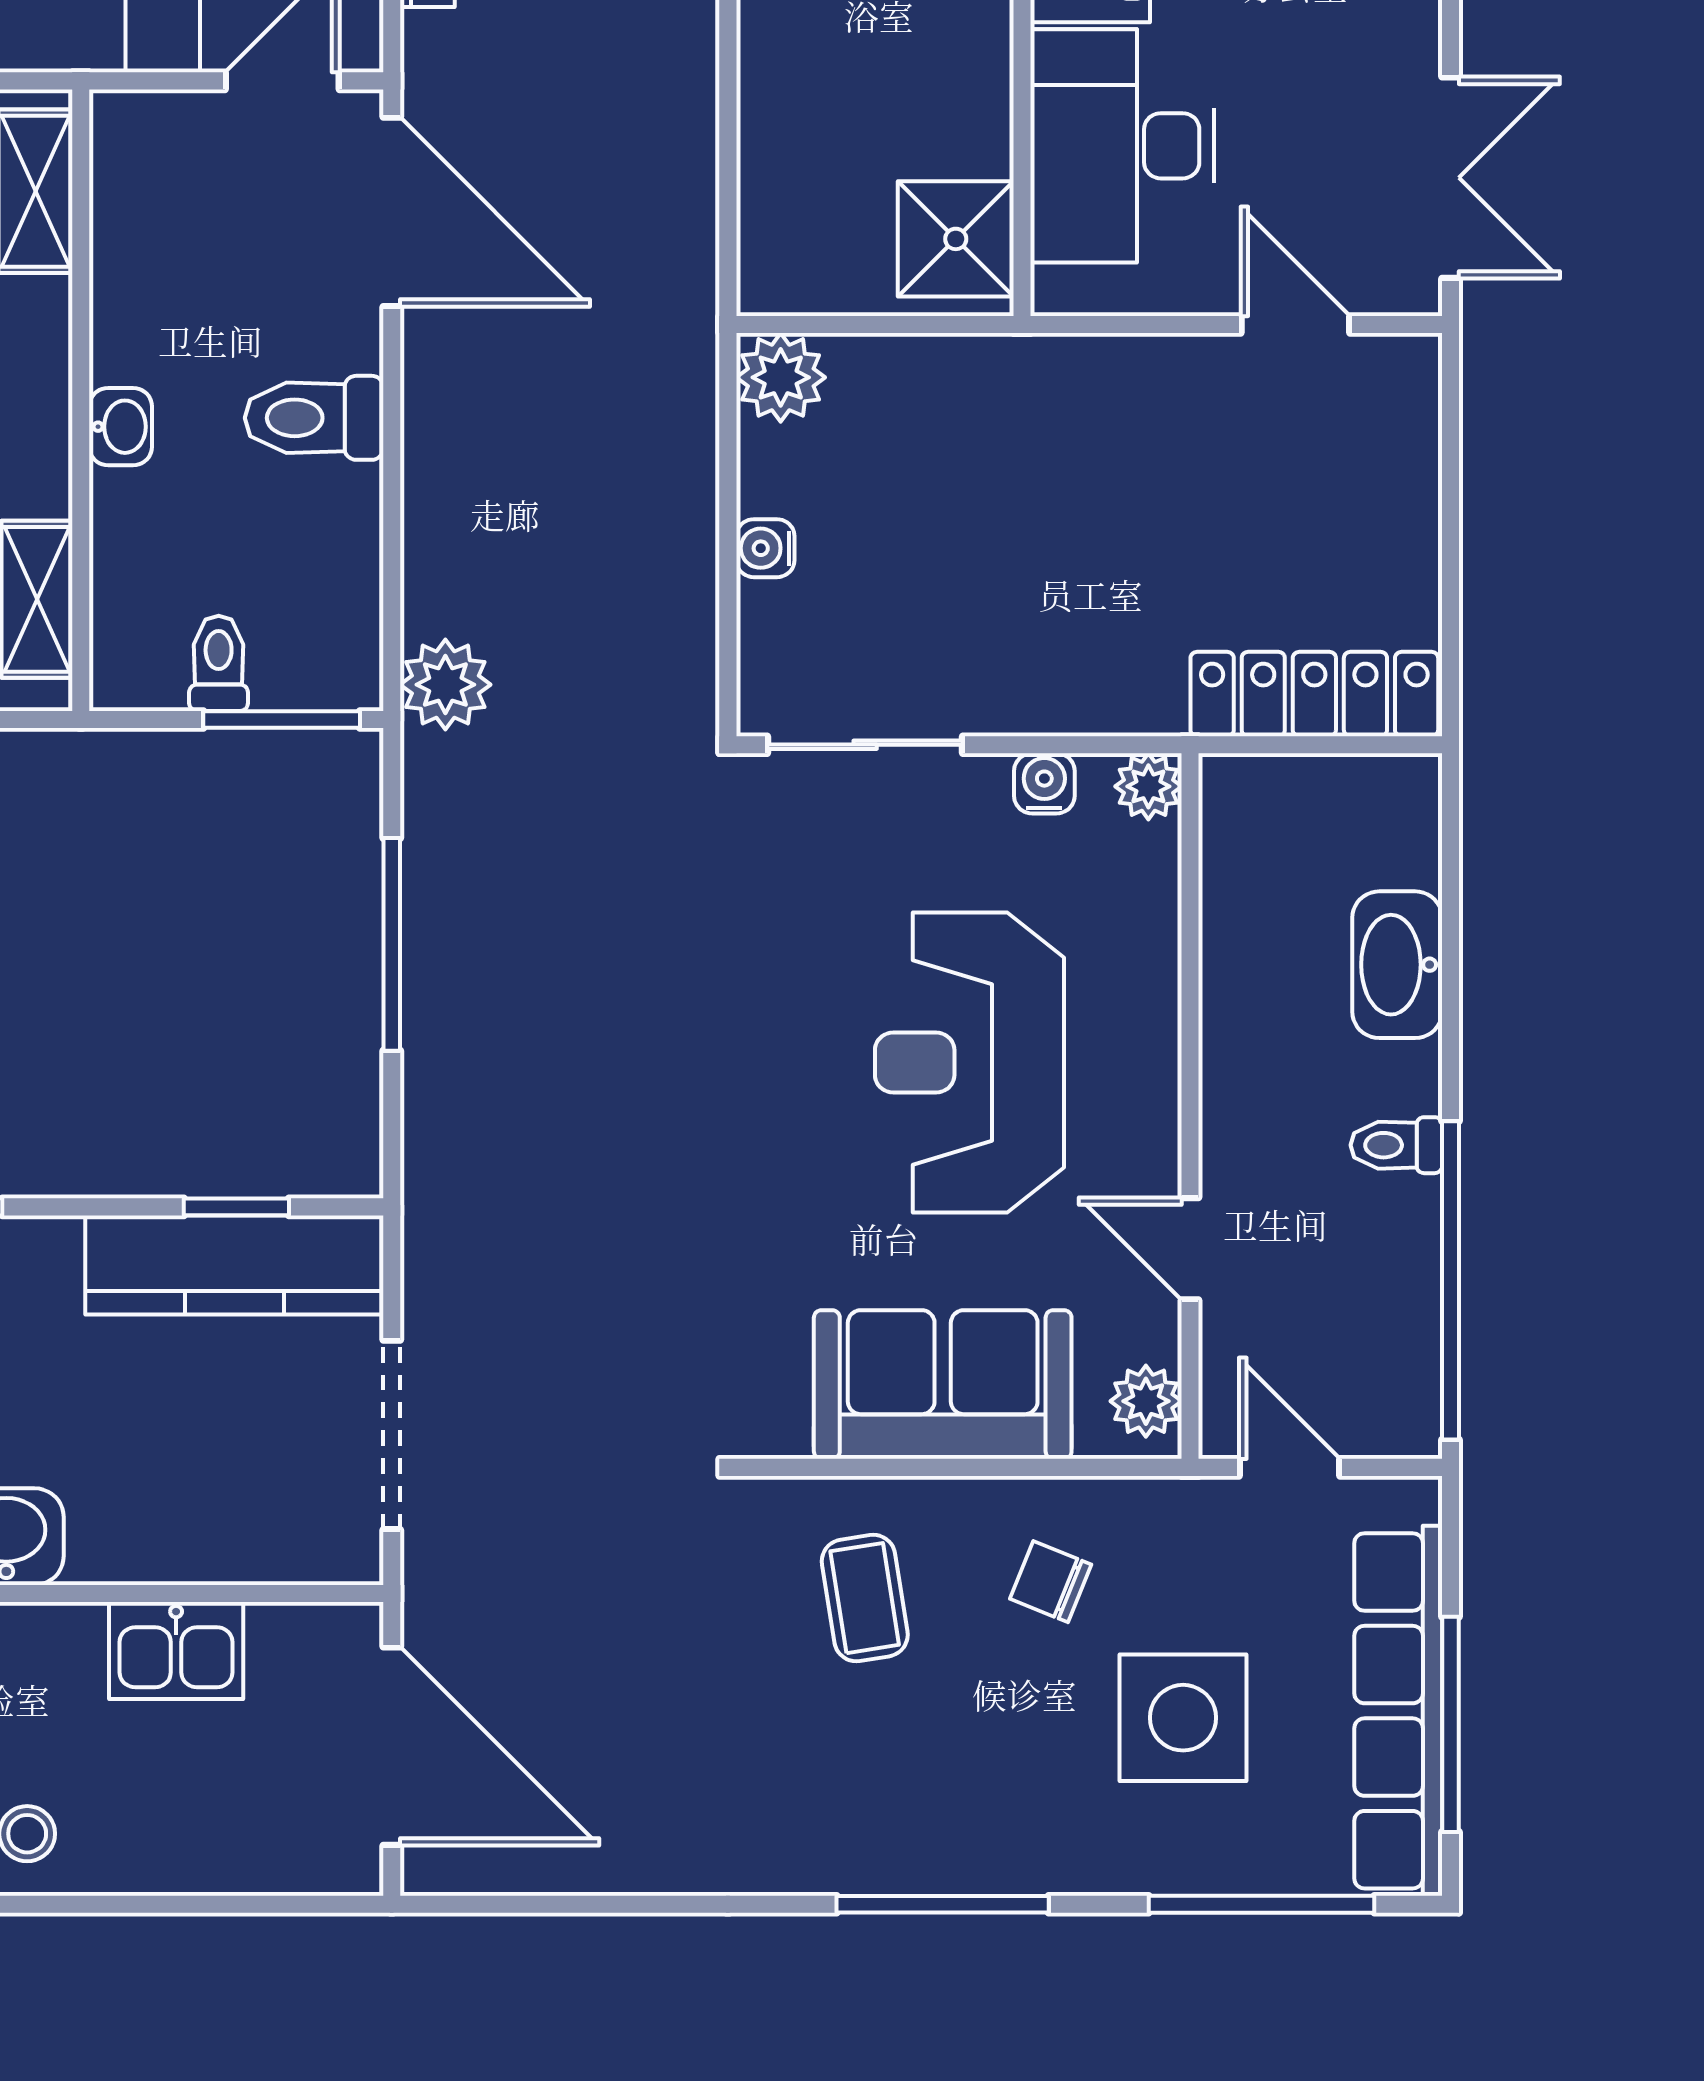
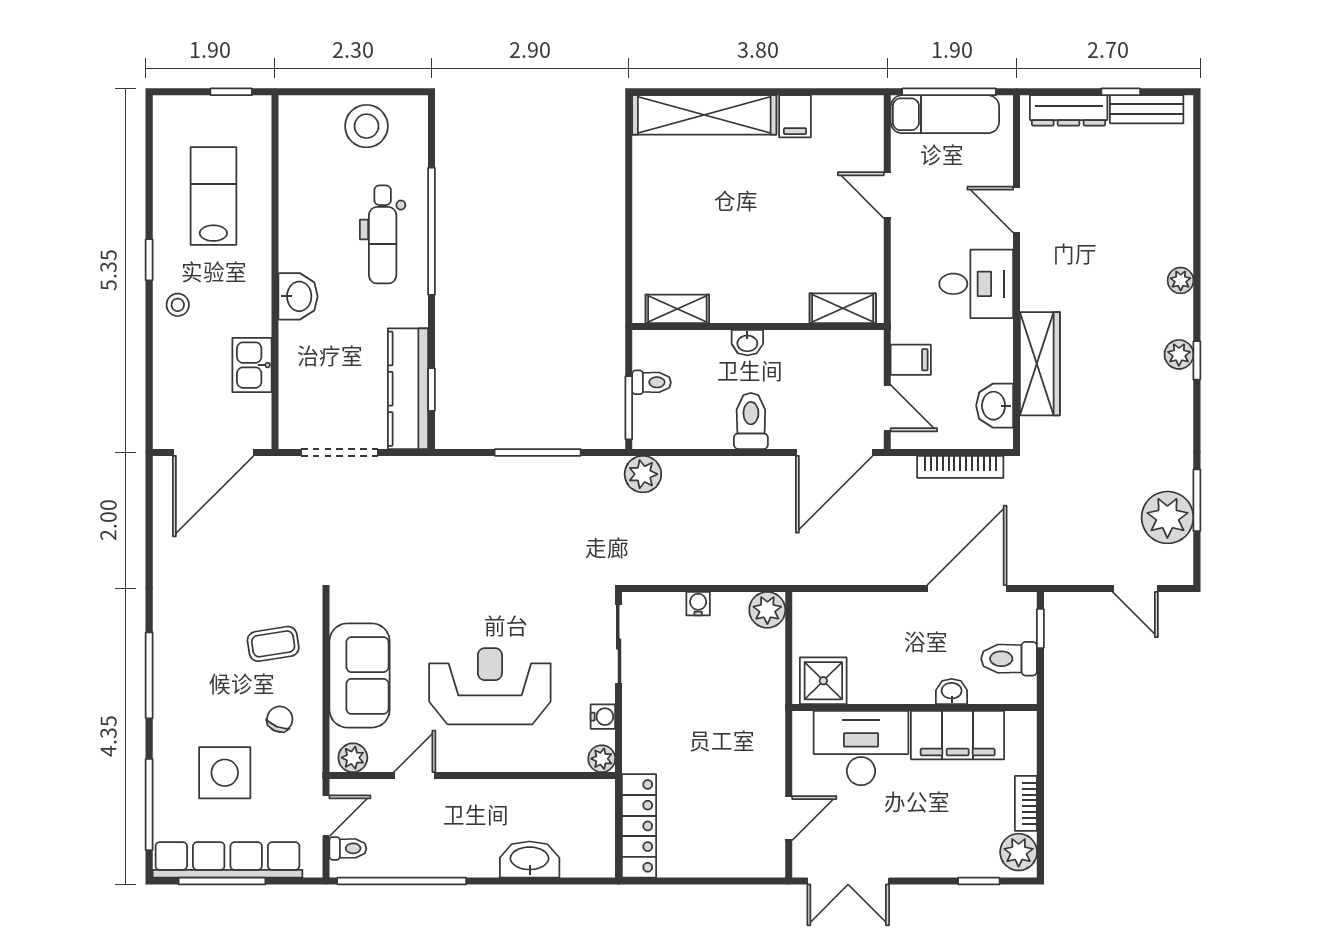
toilet: (1396, 1145) -> (348, 848), moved, turned 90

